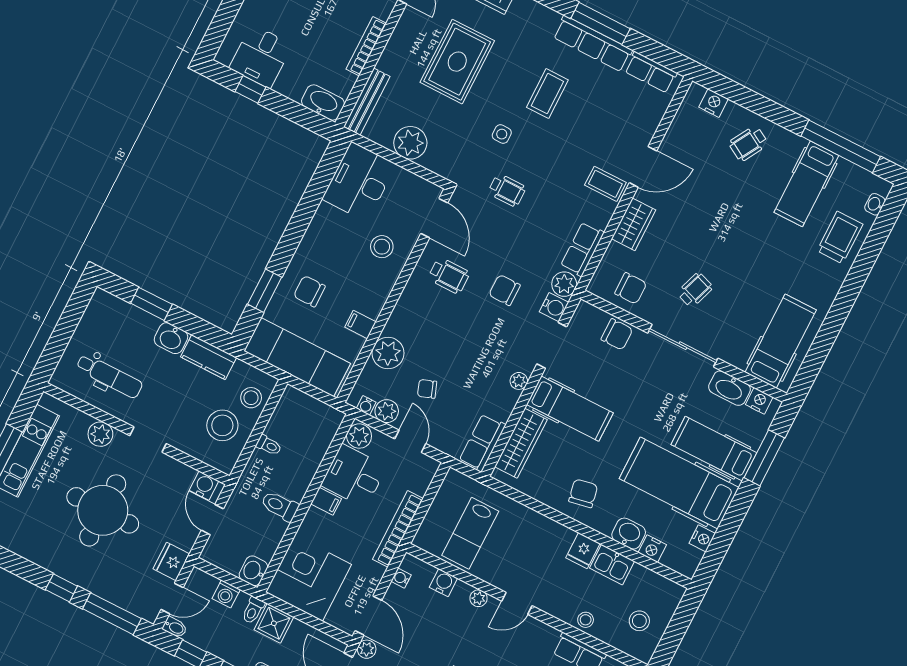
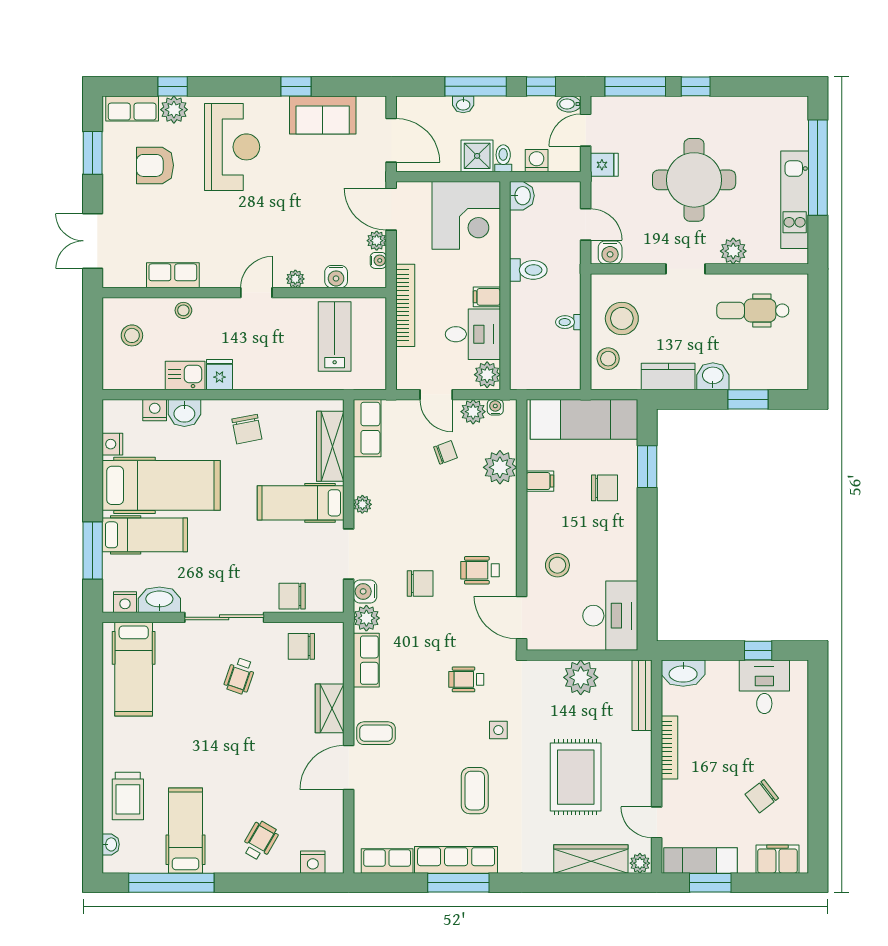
fridge: (171, 561) -> (604, 165), width x0.72
plant: (367, 649) -> (377, 241), moved

